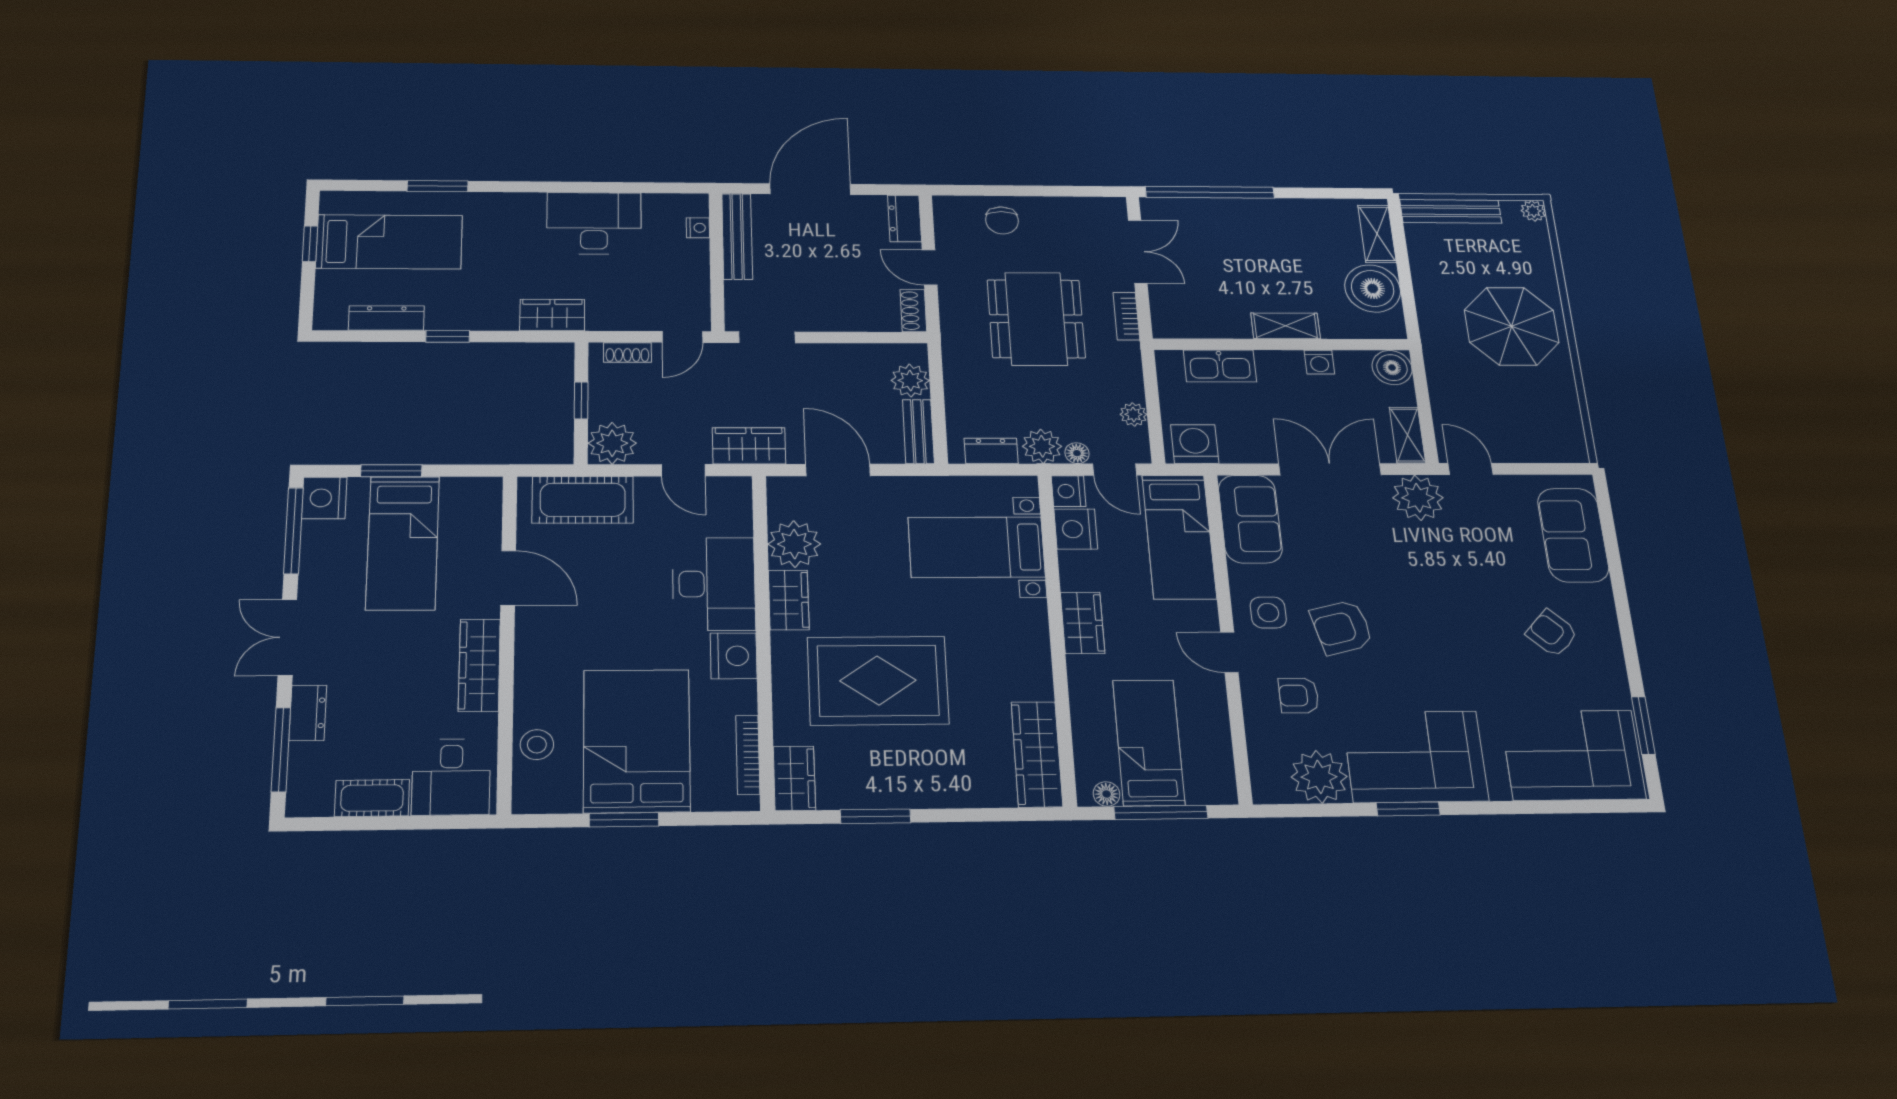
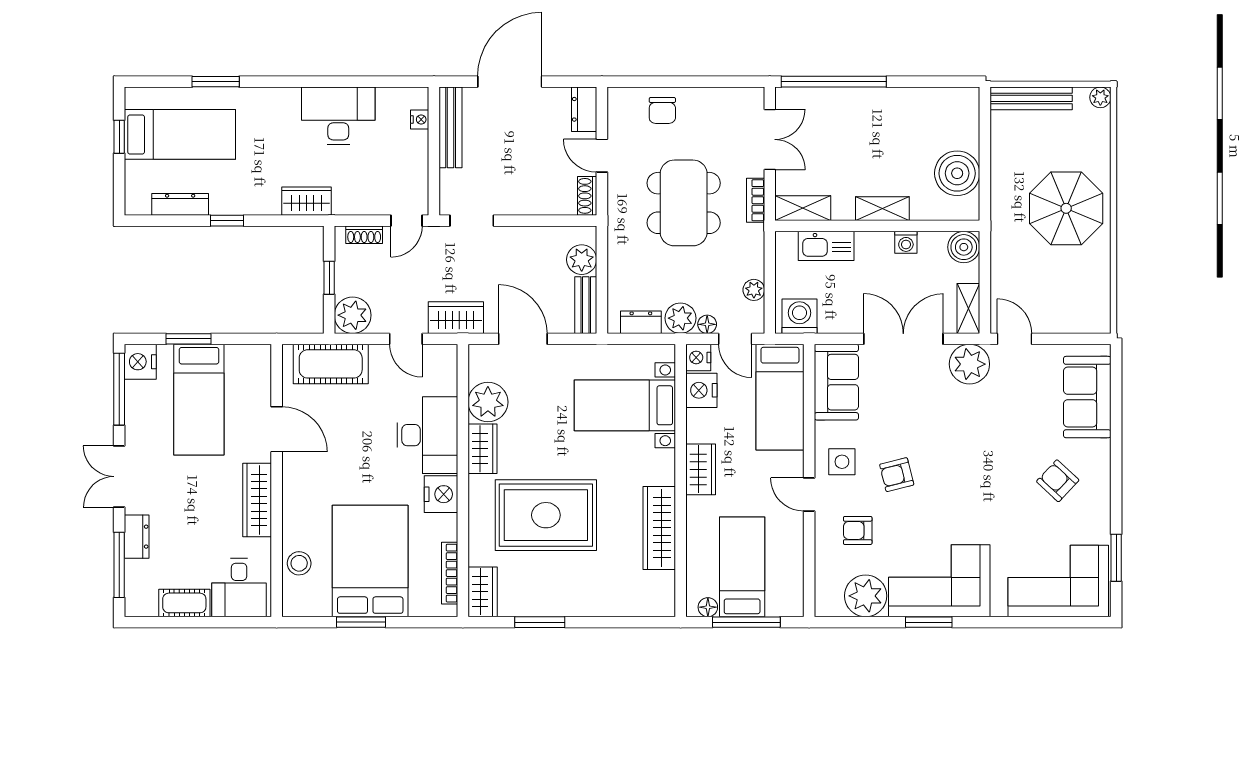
shelving: (1377, 234) -> (803, 208), moved, turned 90
armchair: (1342, 627) -> (897, 475), width x0.72, depth x0.72
wardrobe: (1037, 754) -> (659, 528), moved

